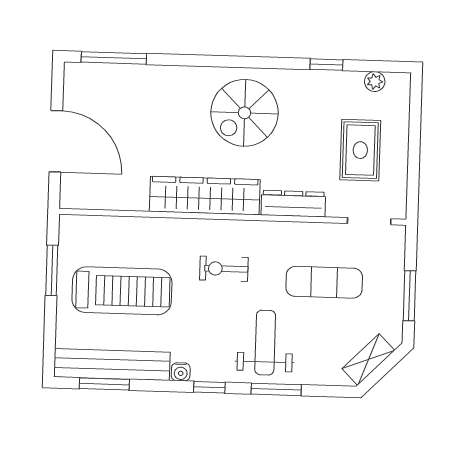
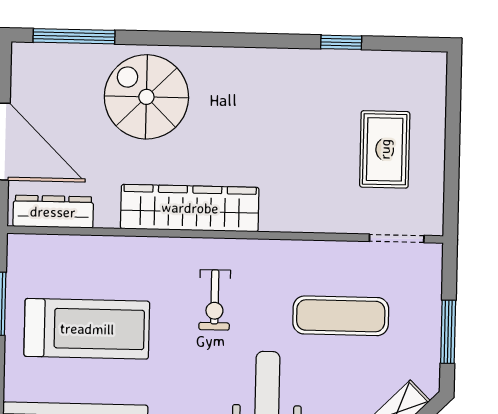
plant: (375, 82) -> (402, 63), removed
spiral stairs: (245, 113) -> (146, 97), moved, turned 90
dresser: (293, 204) -> (53, 212), moved
exercise bike: (224, 269) -> (215, 300), turned -90

